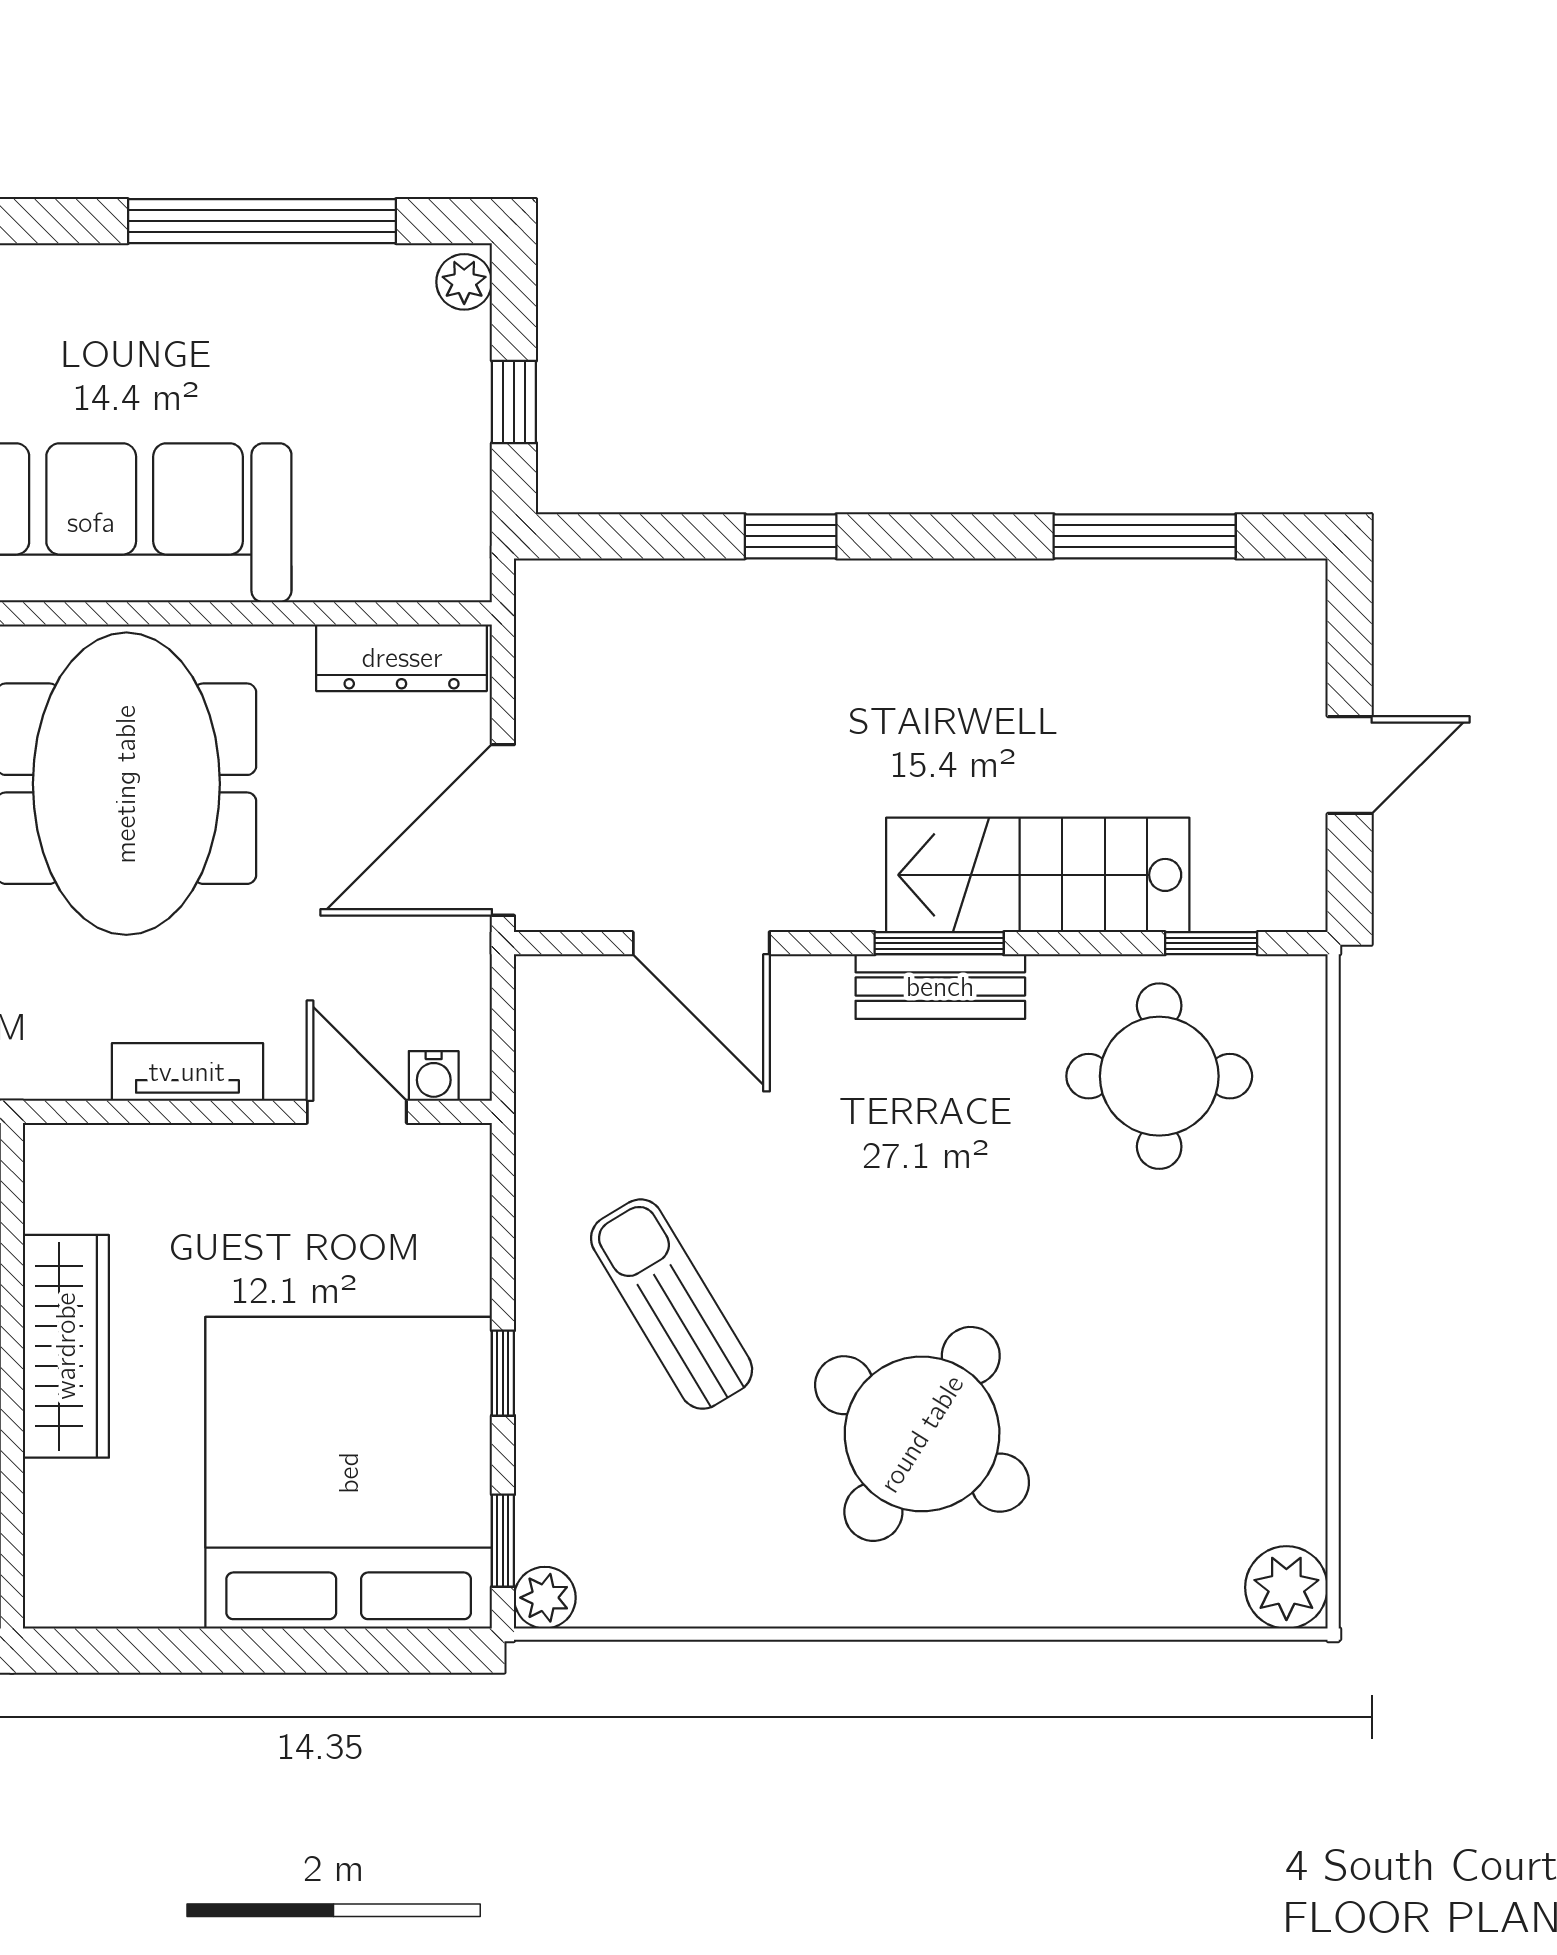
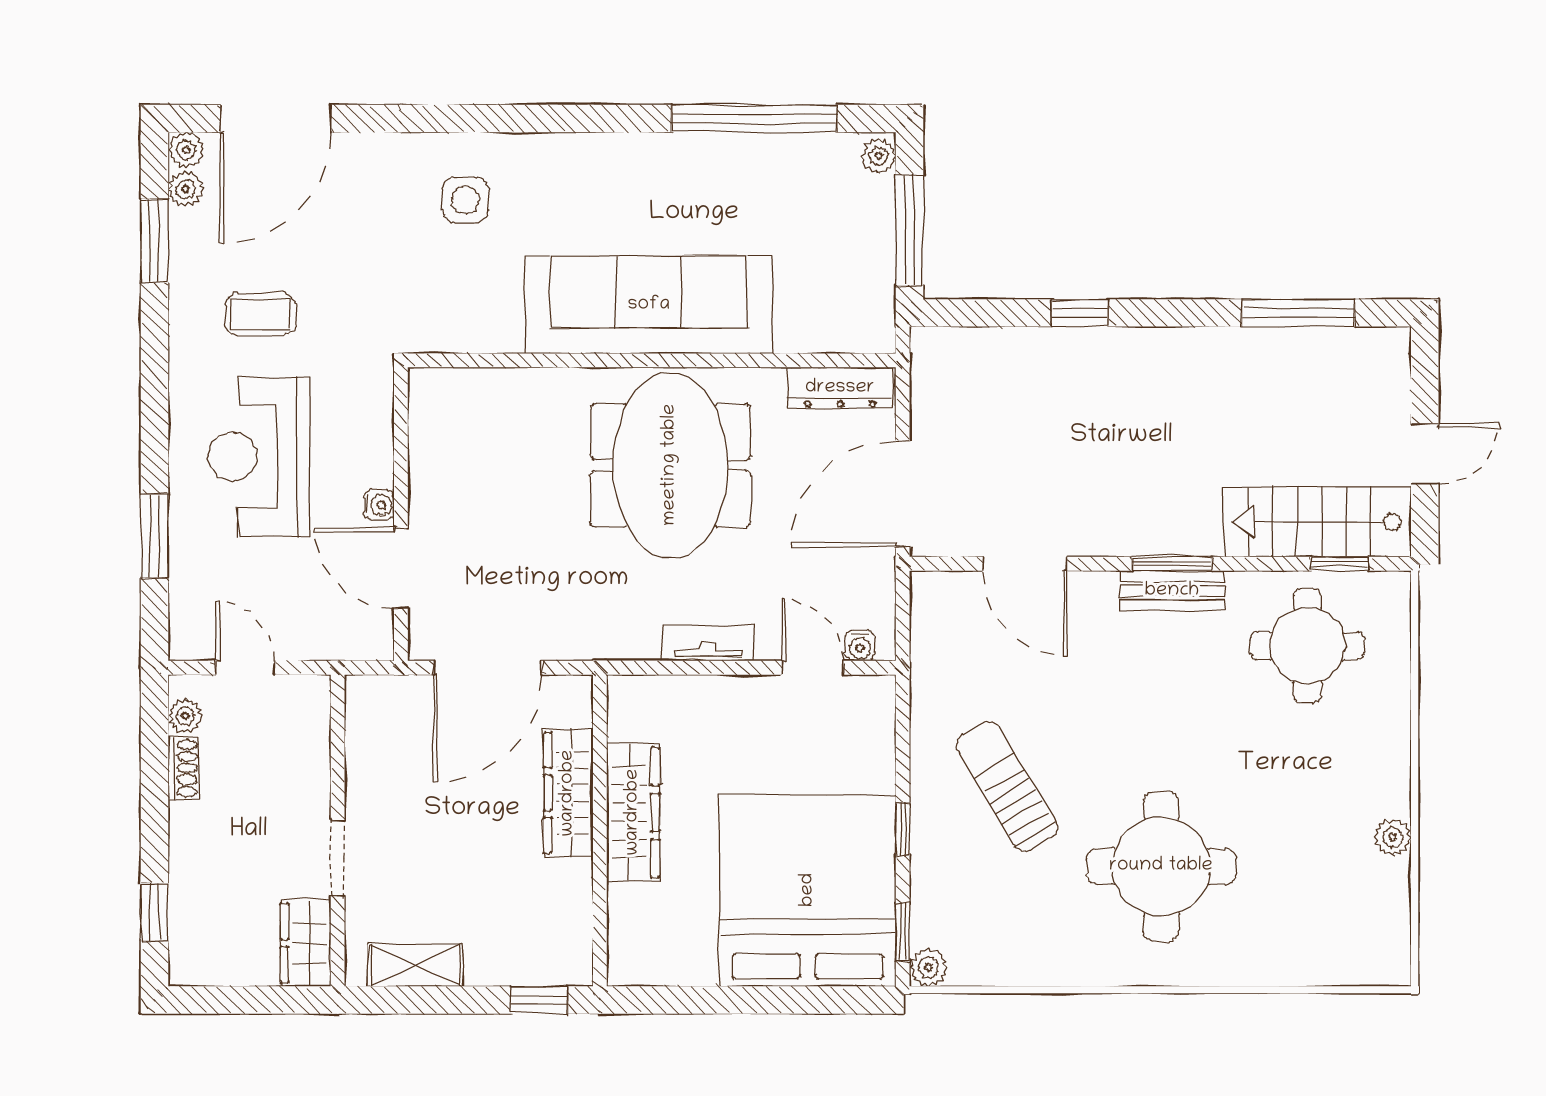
window: (514, 402) -> (909, 230), width x2.17
stairs: (1038, 875) -> (1318, 522), moved
round table: (922, 1434) -> (1161, 866), turned -32
plant: (1286, 1587) -> (1393, 837), moved, width x0.73, depth x0.73

